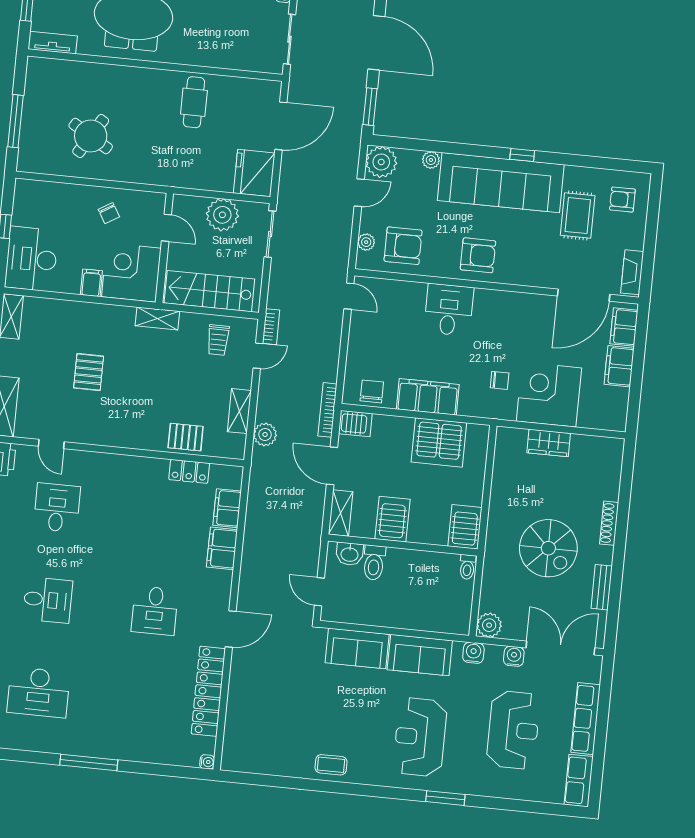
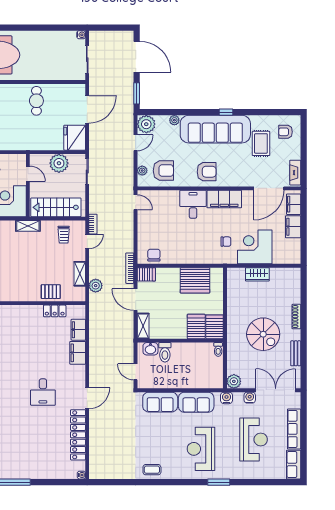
filing cabinet: (428, 397) -> (224, 199), moved, turned 180
server rack: (392, 519) -> (196, 326), moved

